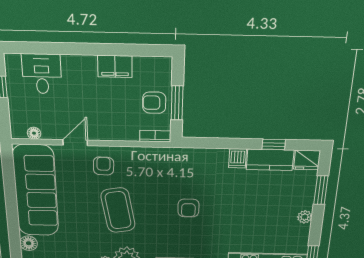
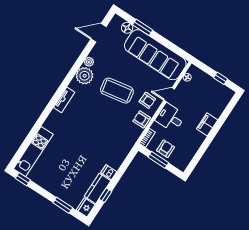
filing cabinet: (115, 66) -> (207, 124), moved
desk: (42, 74) -> (170, 118), moved, turned 180
door: (75, 143) -> (169, 95), swing flipped
armchair: (188, 208) -> (142, 119), moved
plant: (305, 217) -> (51, 188), removed
window: (13, 226) -> (143, 27), added

